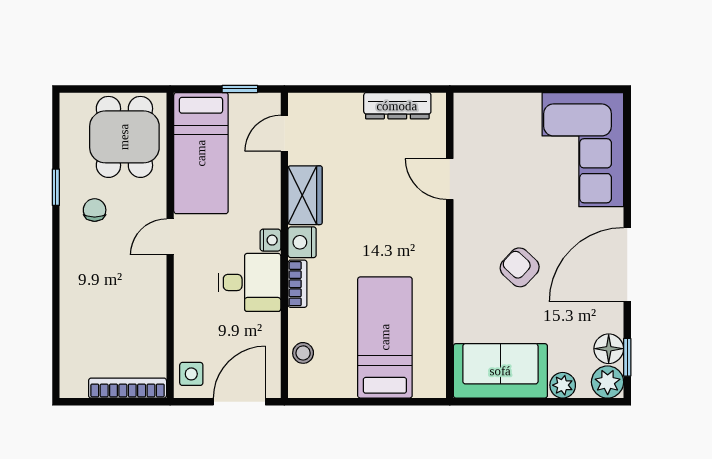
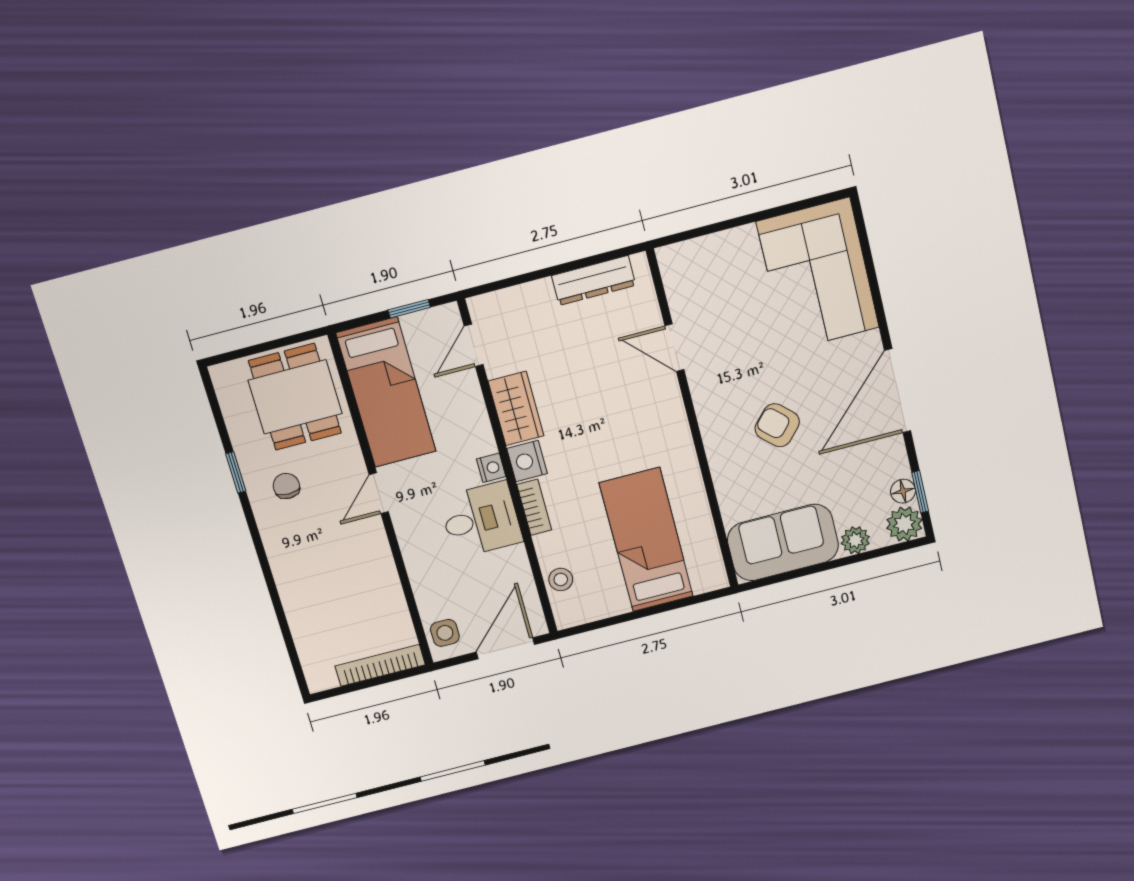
floor lamp: (609, 349) -> (903, 491), width x0.73, depth x0.73

